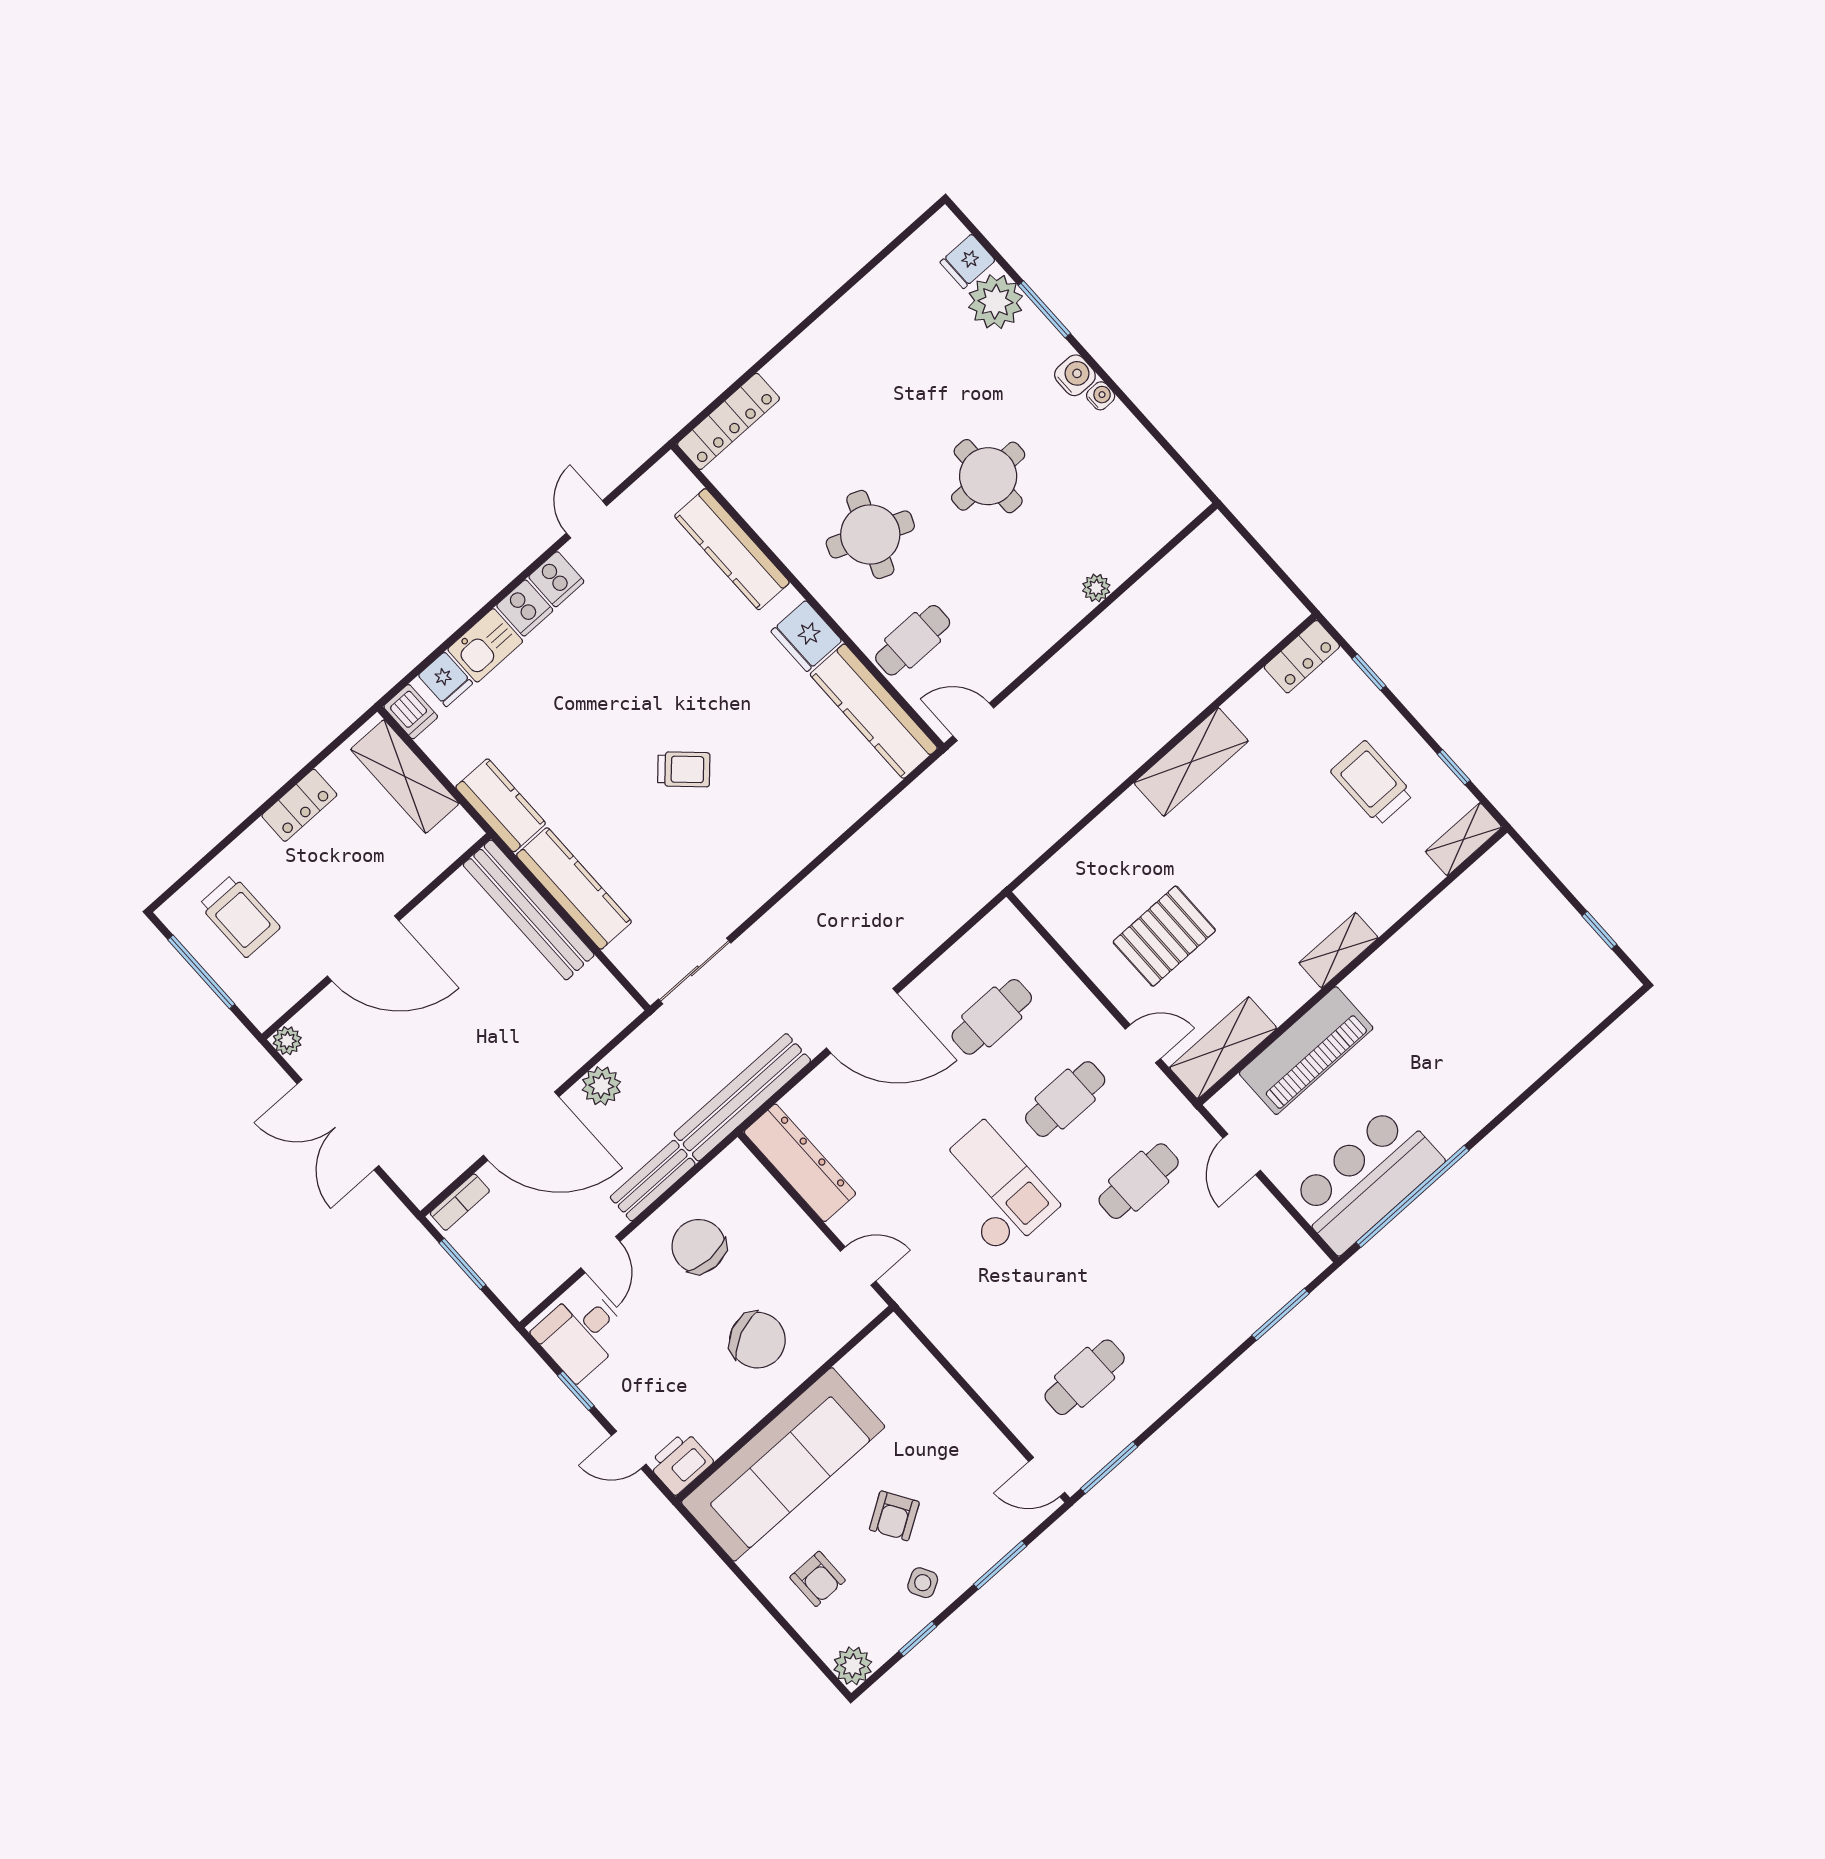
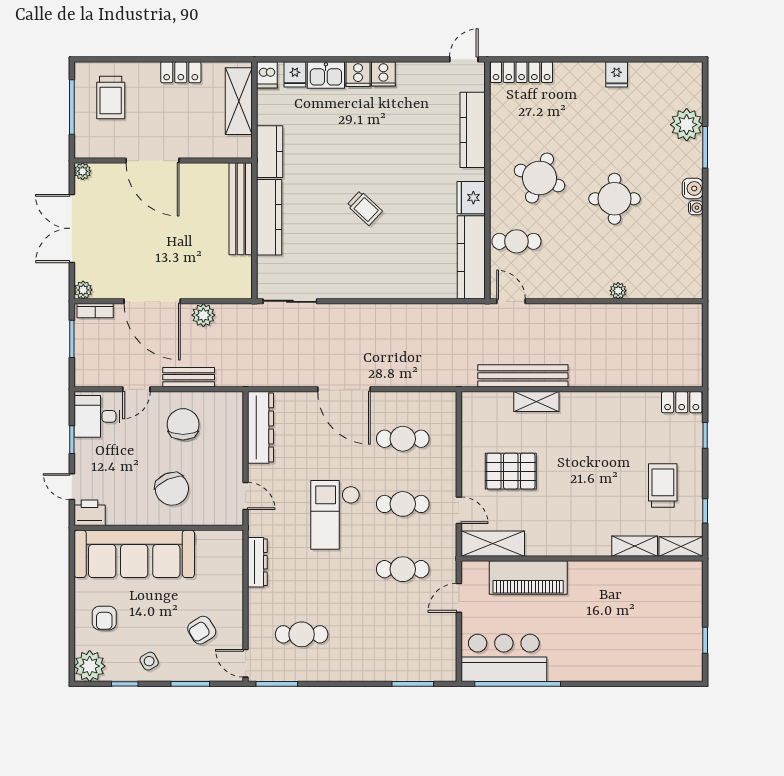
fridge: (968, 261) -> (617, 74), moved, turned -90
door: (587, 519) -> (464, 59), moved
shelving: (1191, 762) -> (536, 402), moved, width x0.67, depth x0.75
shelving: (1339, 950) -> (635, 546), moved
bench: (742, 1097) -> (523, 376), moved
plant: (422, 1189) -> (83, 290), added
checkout: (992, 1189) -> (335, 515), turned 180
dresser: (948, 1336) -> (257, 562), added
armchair: (894, 1516) -> (202, 630), moved
plant: (853, 1666) -> (90, 666), width x1.36, depth x1.36

